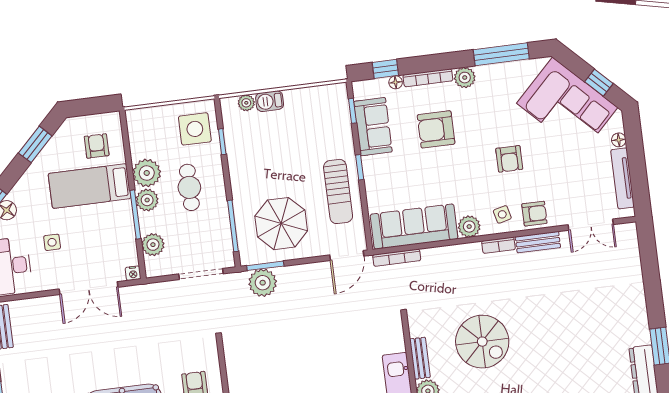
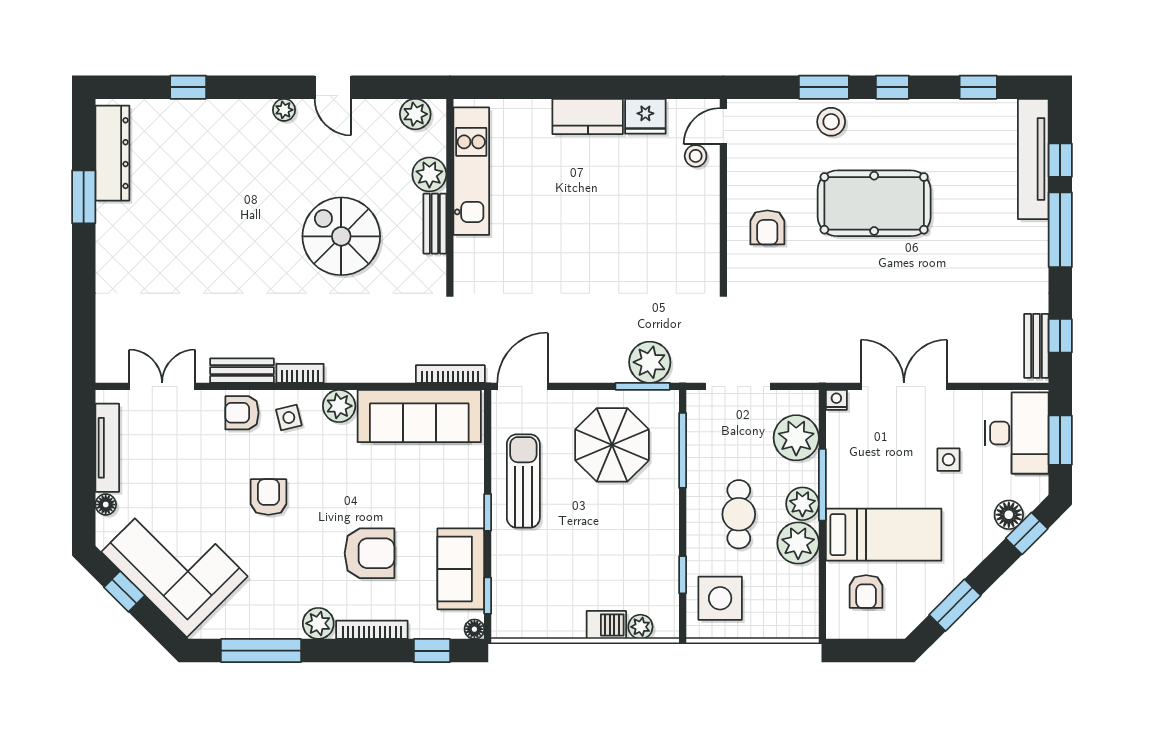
floor lamp: (396, 82) -> (474, 629), moved
plant: (153, 245) -> (796, 438), width x1.36, depth x1.36

